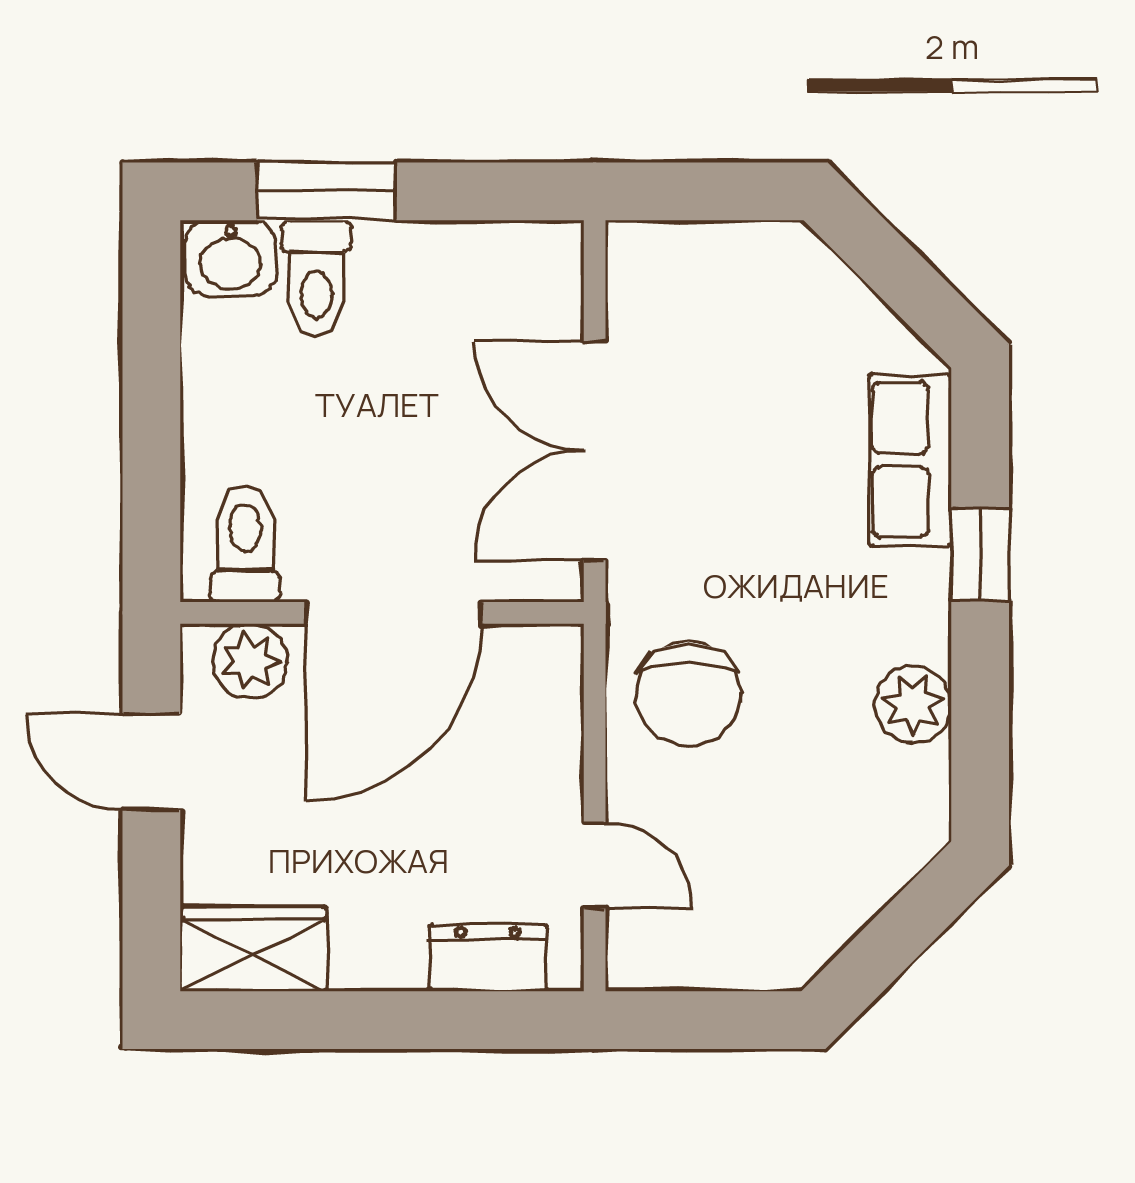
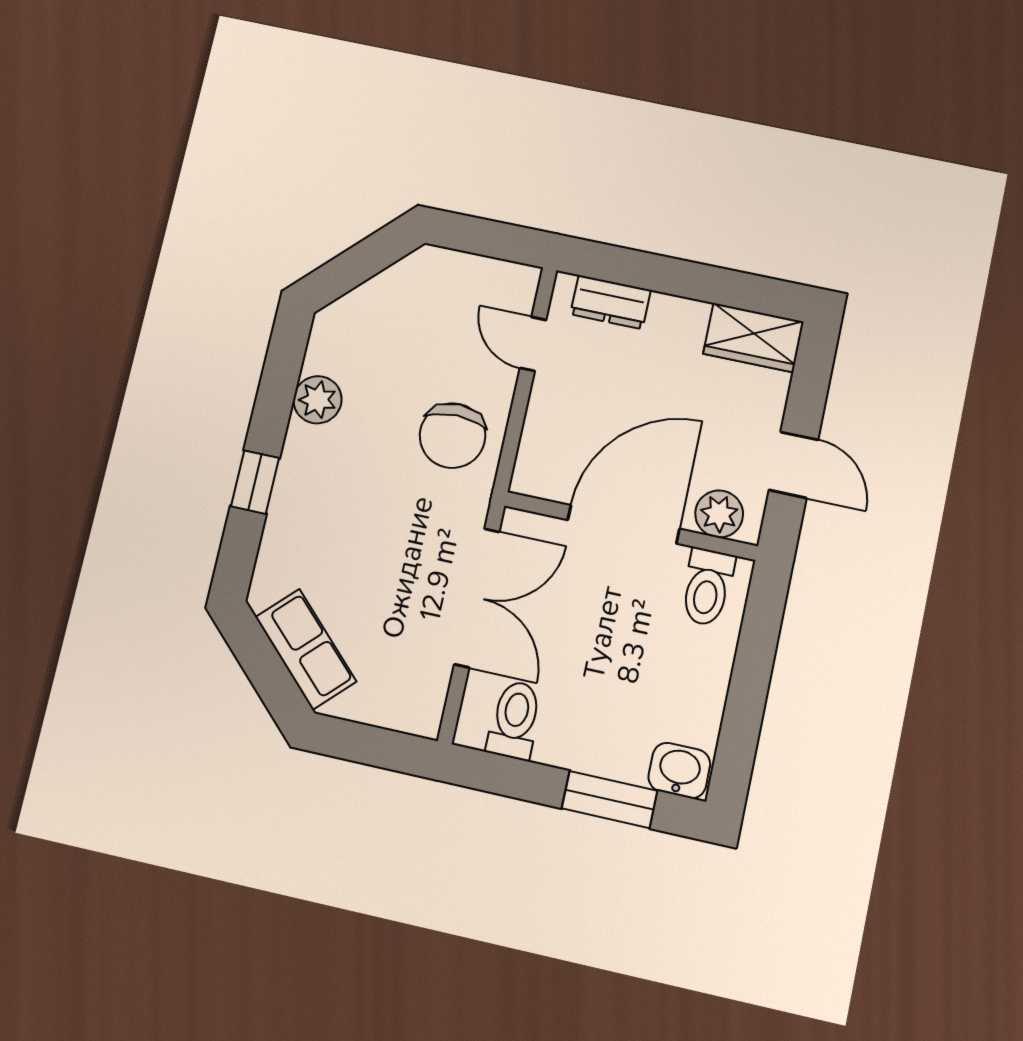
toilet: (316, 278) -> (515, 720), moved
row of seats: (910, 460) -> (306, 649), moved, turned -45
chair: (688, 694) -> (453, 436), turned 180

